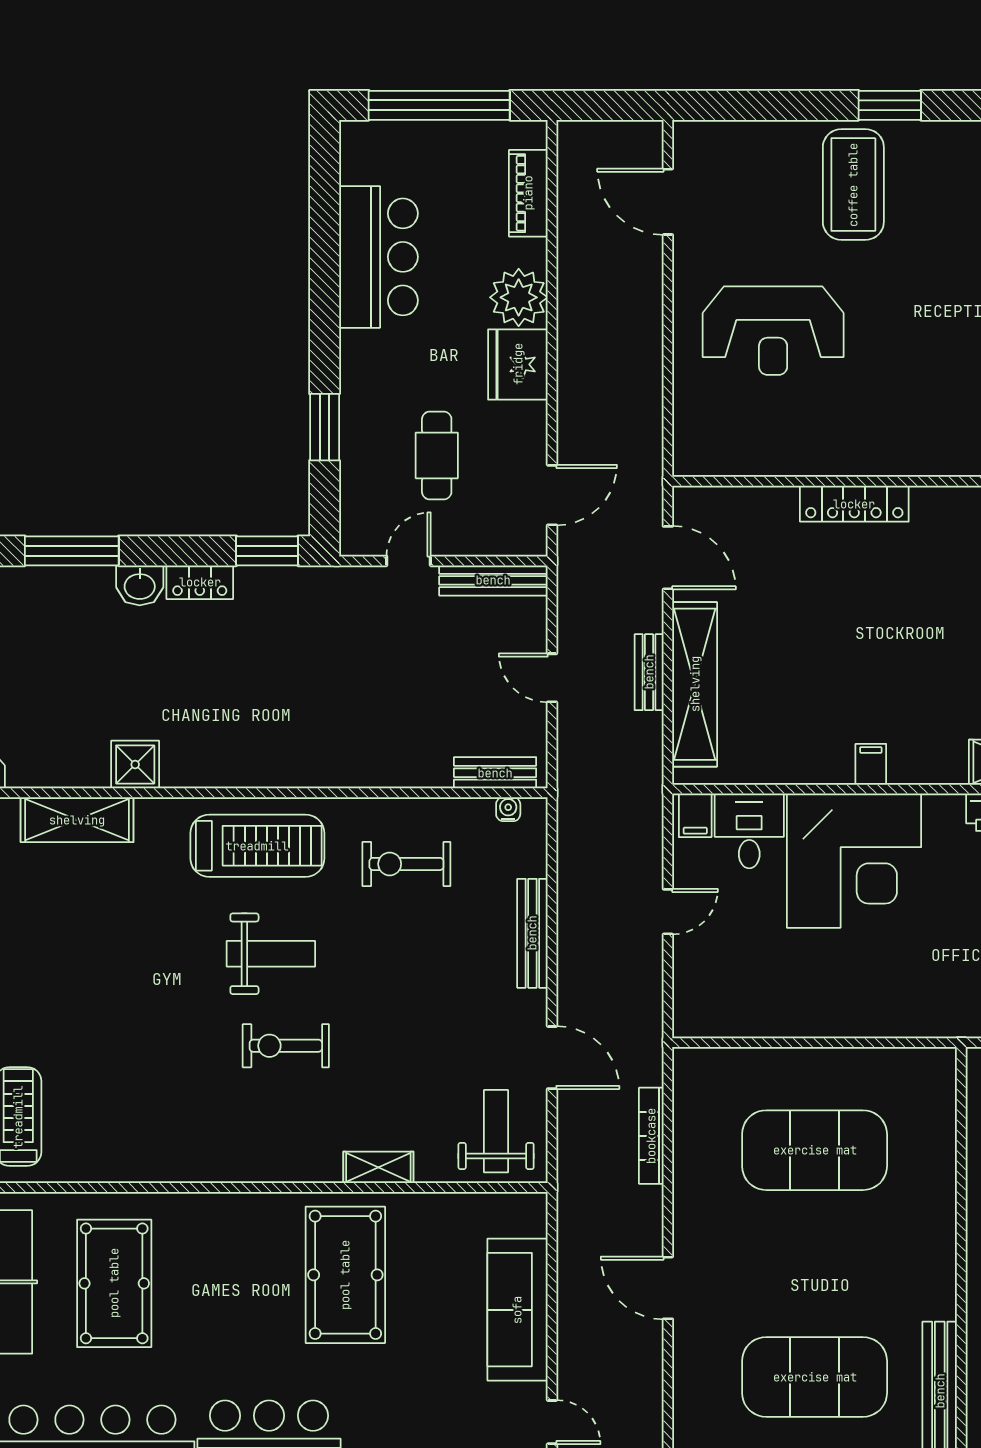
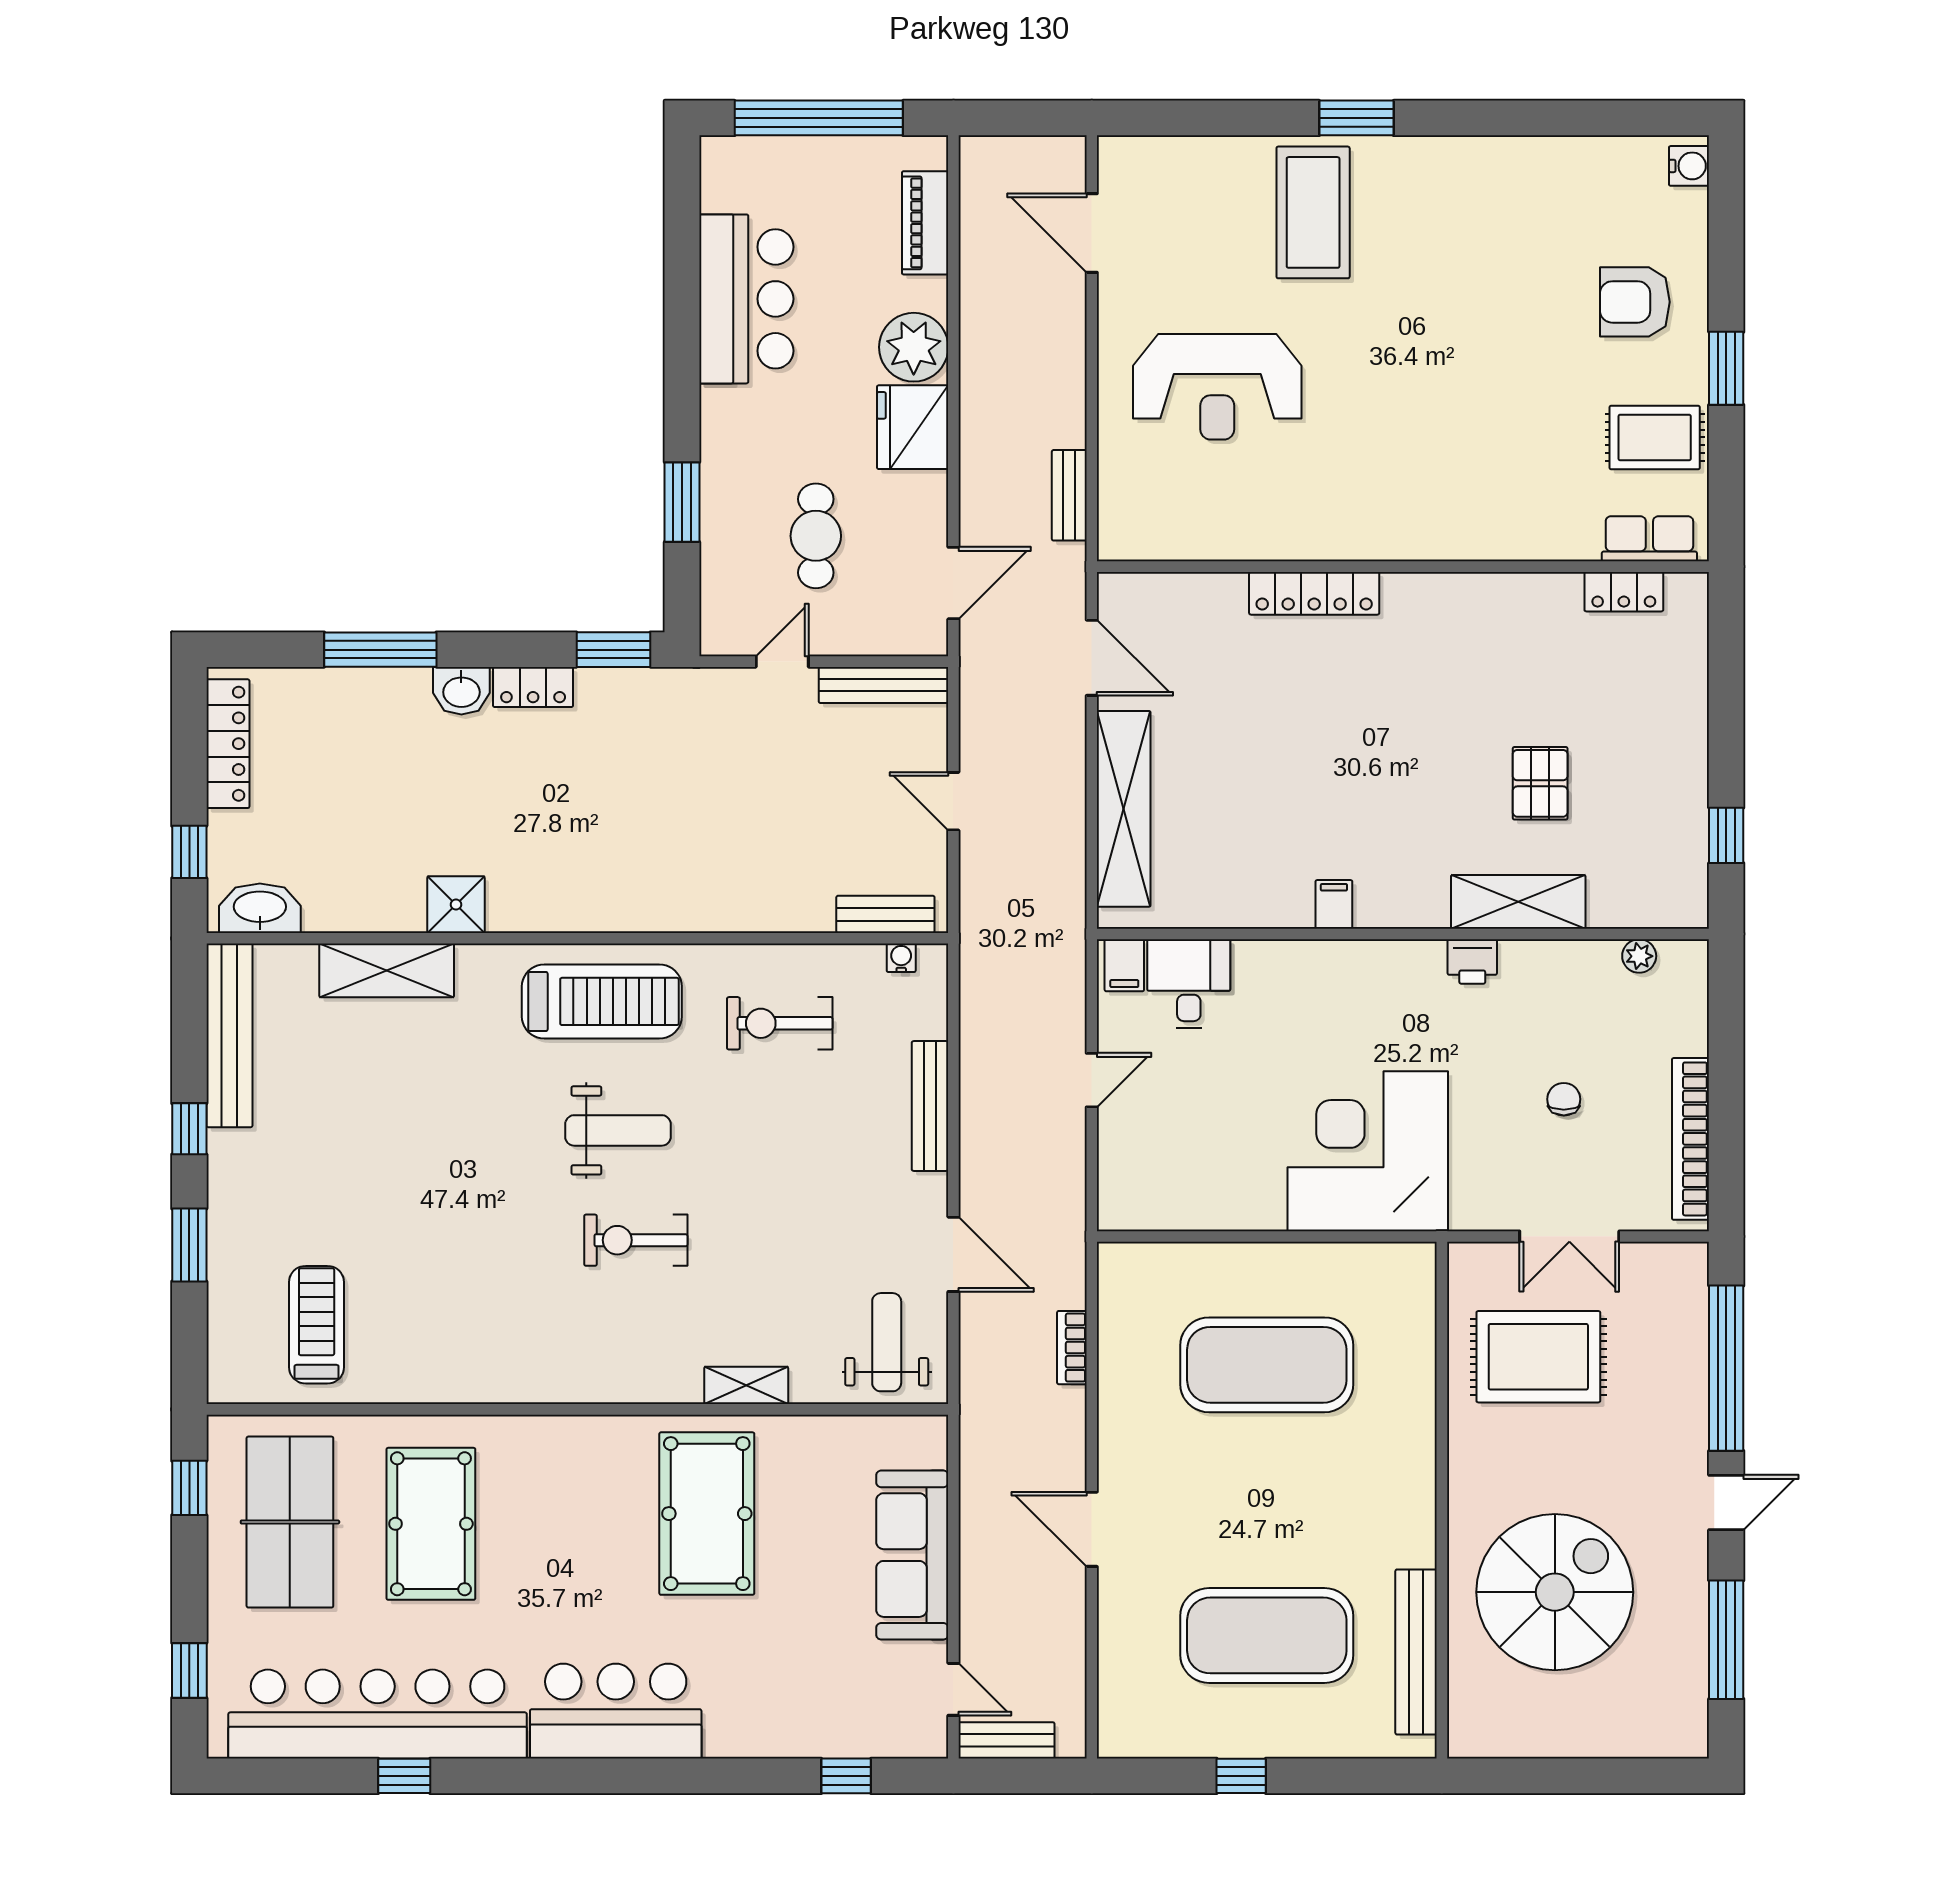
bench: (649, 672) -> (1069, 495), moved
corner desk: (854, 861) -> (1368, 1151), moved, turned 180
bookcase: (651, 1136) -> (1072, 1348), width x0.64

